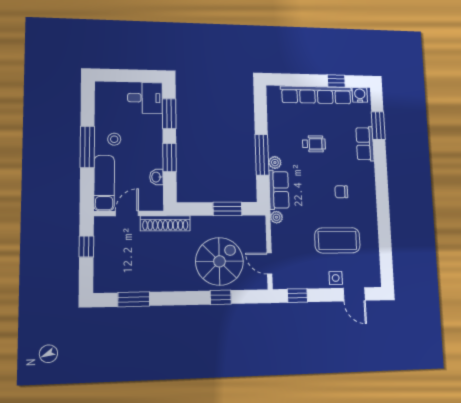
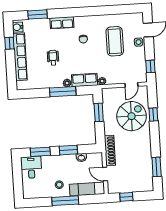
row of seats: (365, 144) -> (62, 23), moved
spiral stairs: (219, 261) -> (132, 116), turned 90

